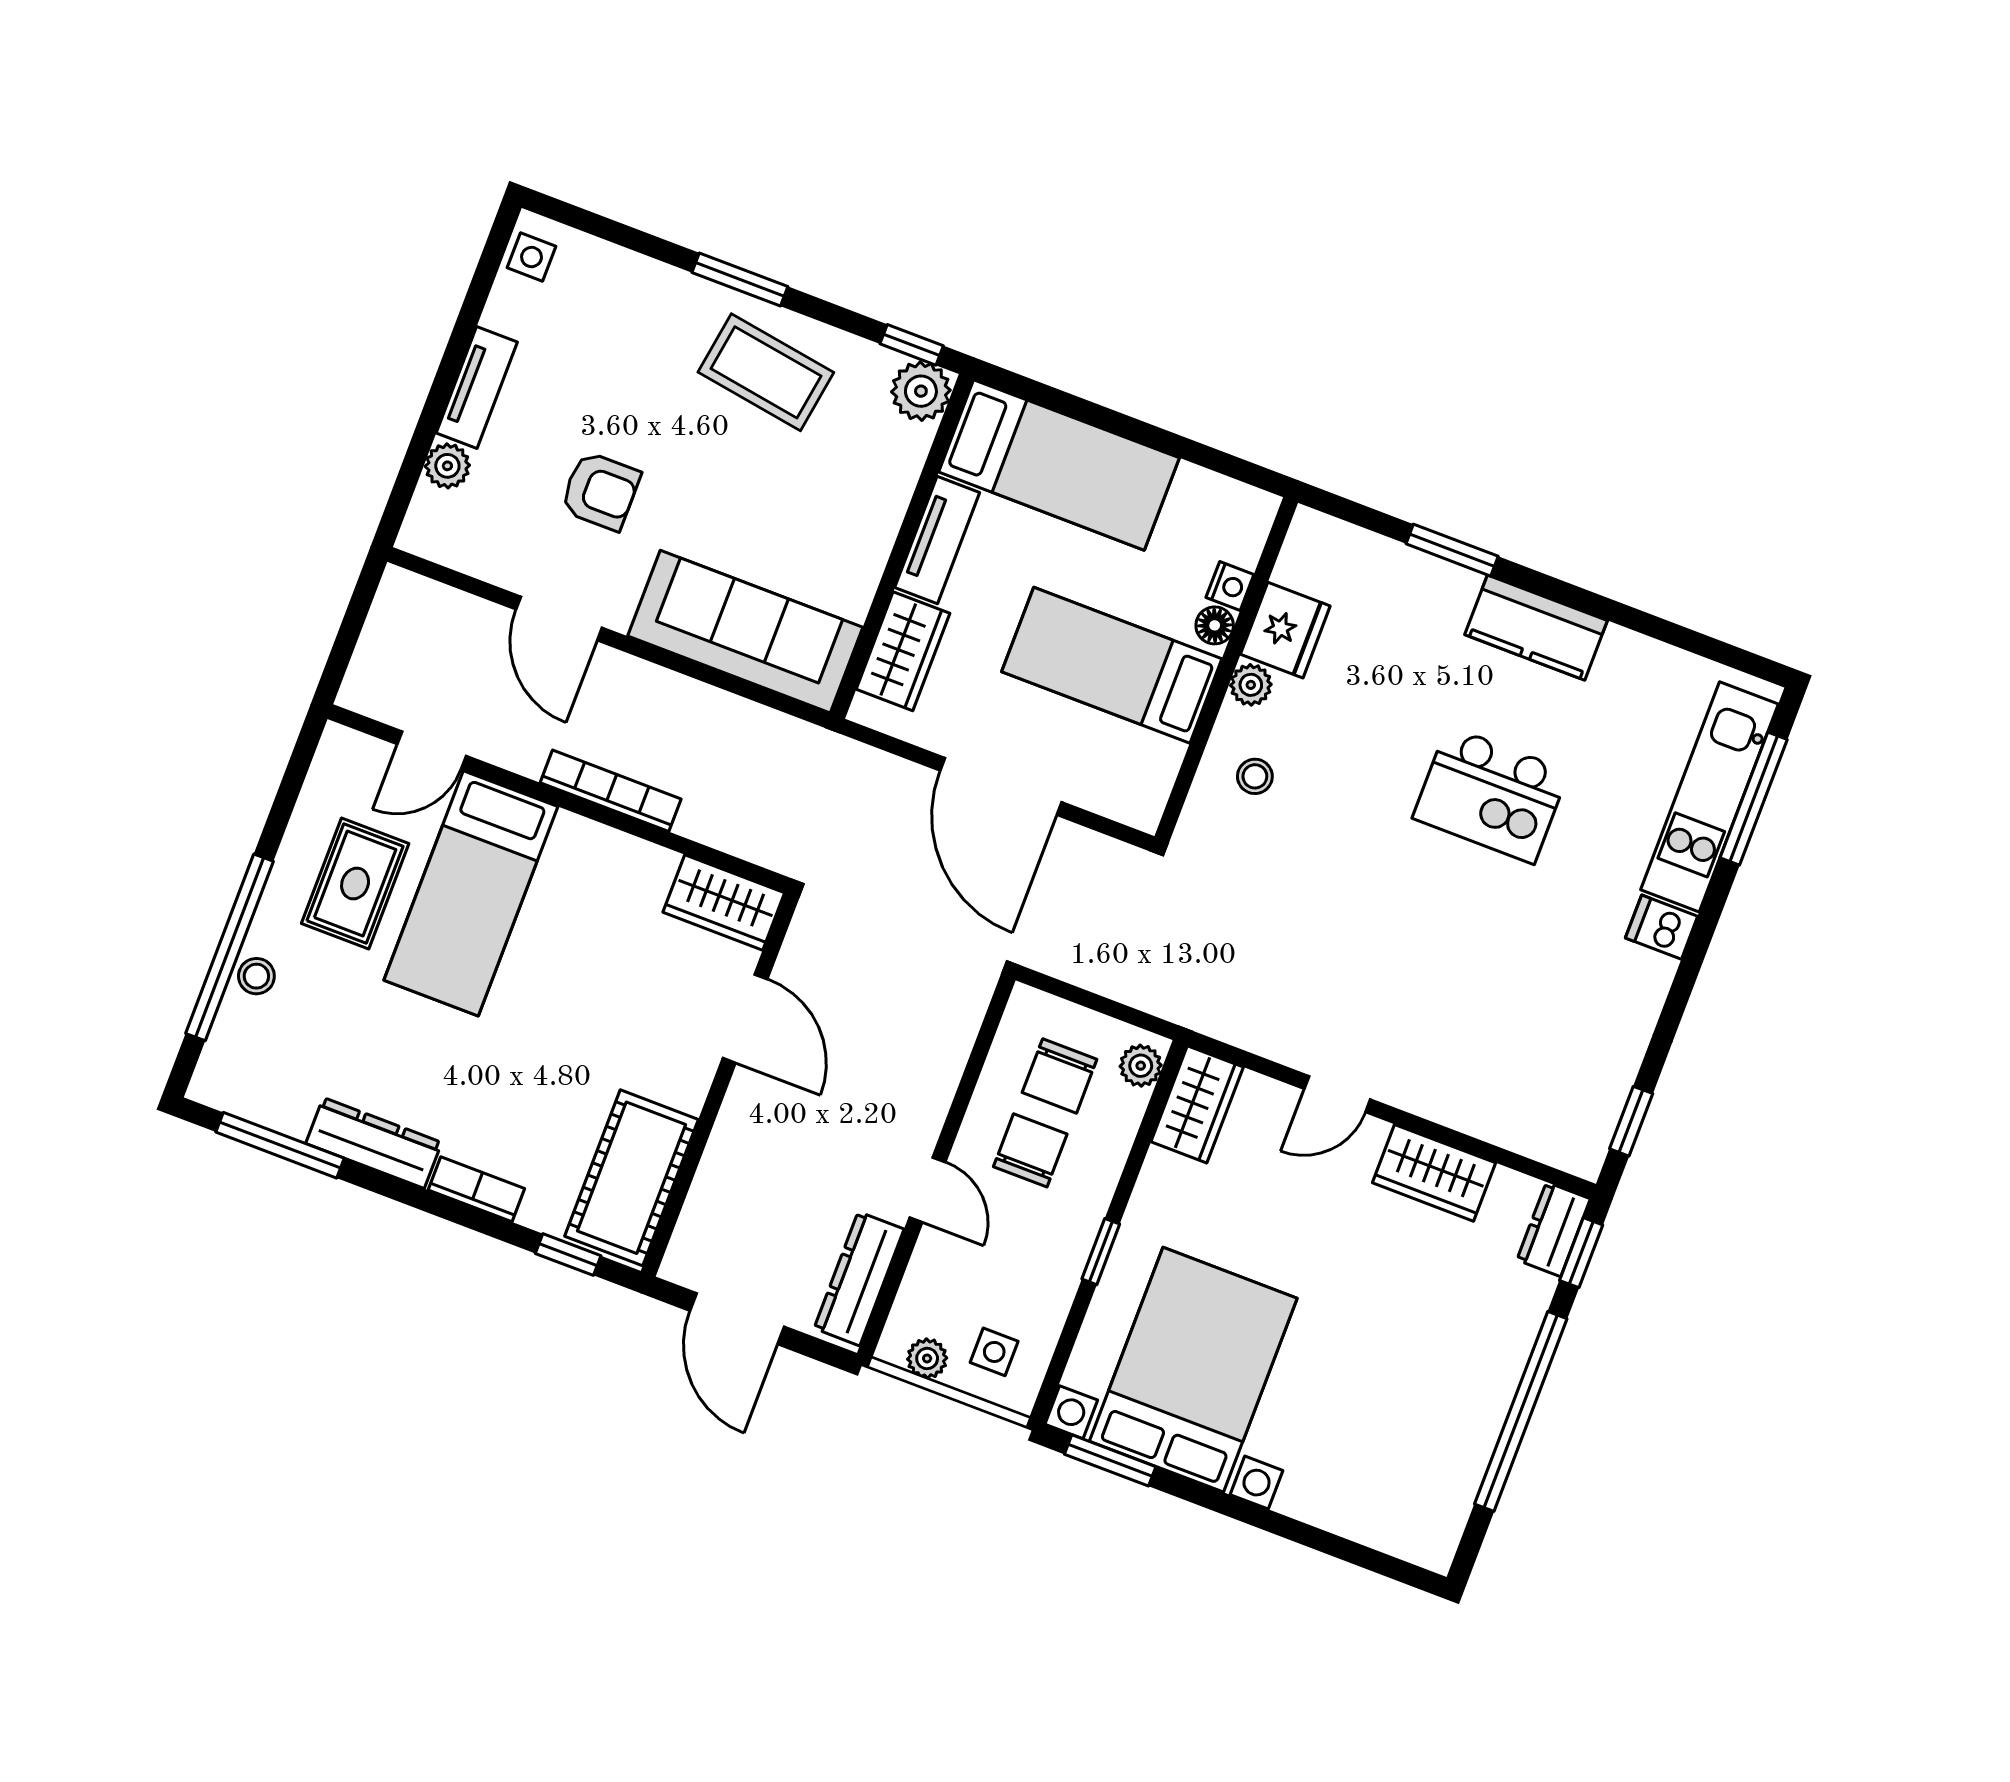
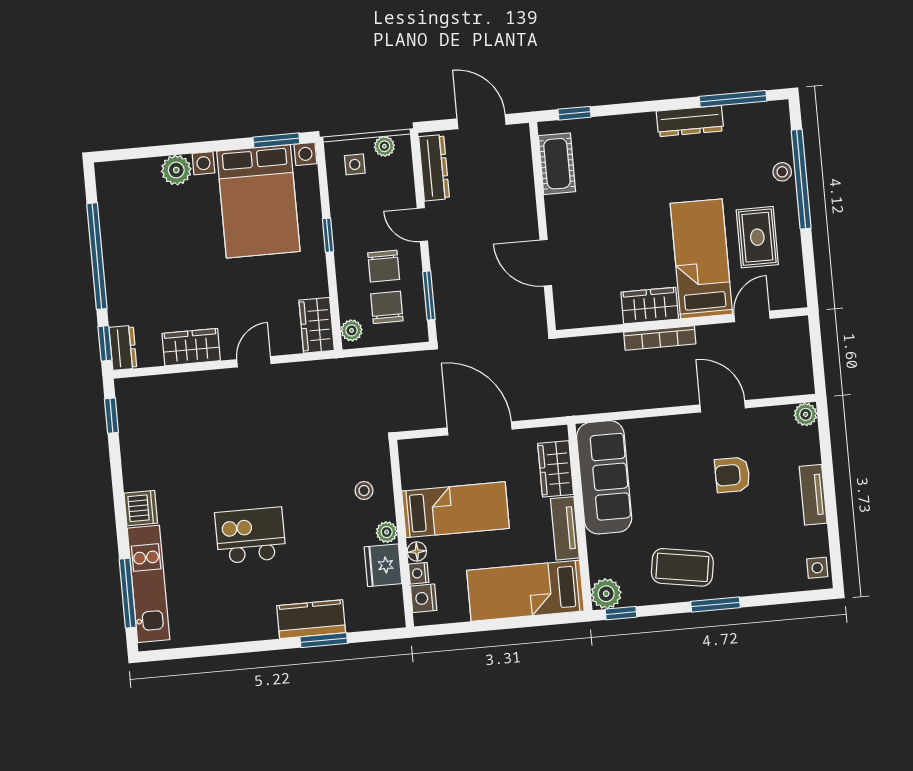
plant: (447, 466) -> (806, 414), moved
nightstand: (1243, 538) -> (424, 598), added
kitchen counter: (1536, 628) -> (311, 619), moved
sofa: (745, 632) -> (604, 477), moved, turned -90
wardrobe: (724, 903) -> (650, 306), moved
dishwasher: (1662, 927) -> (141, 508), width x1.38
window: (976, 1061) -> (429, 296), added
cot: (632, 1178) -> (557, 164), width x0.73, depth x0.75
bookcase: (476, 1189) -> (632, 123), removed
plant: (1310, 1494) -> (176, 170), added

